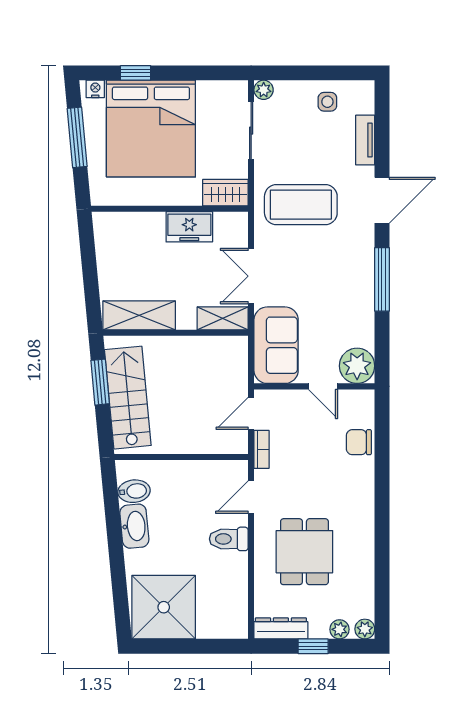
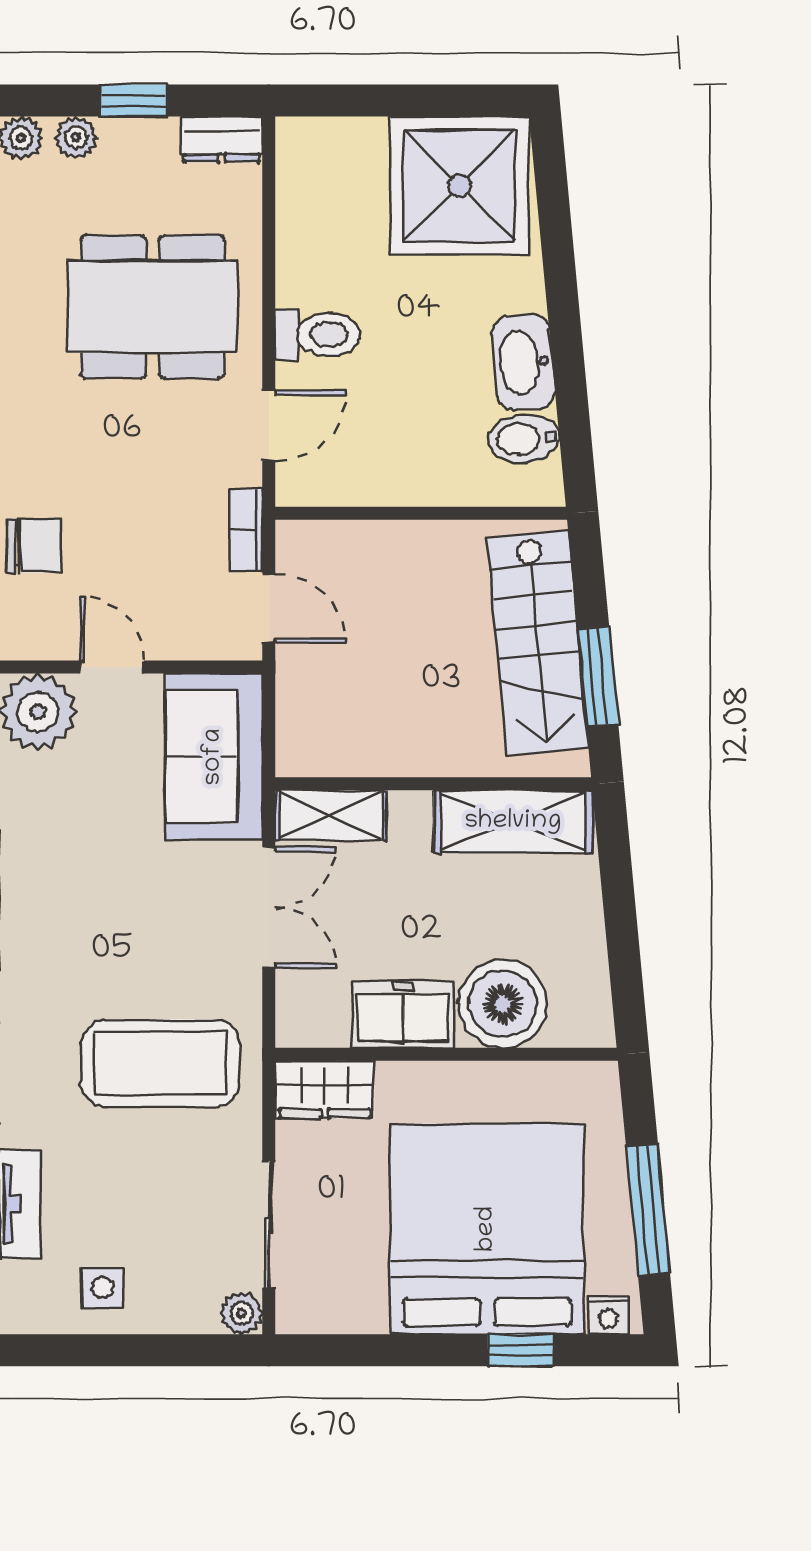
boiler: (144, 232) -> (503, 1004), added
door: (251, 413) -> (269, 608), hinge flipped
dining table: (304, 552) -> (153, 307), width x1.38
dresser: (281, 628) -> (222, 139), width x0.70

